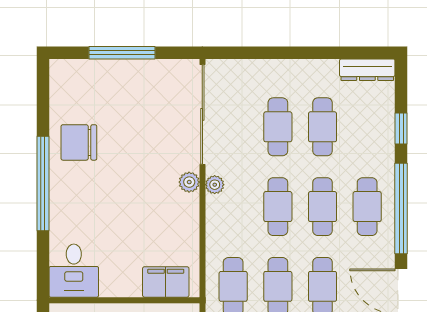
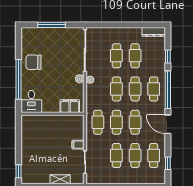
desk: (74, 271) -> (31, 101), moved
filing cabinet: (166, 282) -> (70, 106), moved
wall: (124, 300) -> (52, 114), moved

